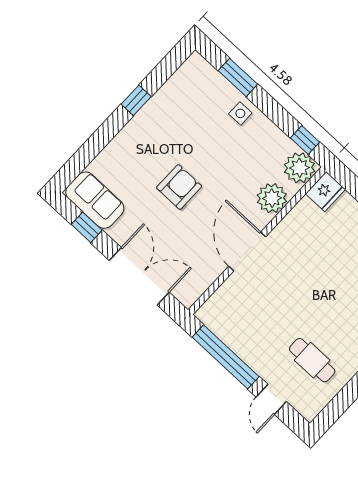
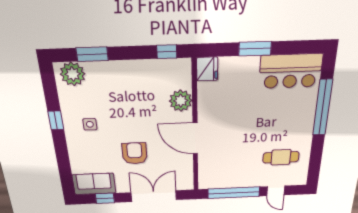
side table: (240, 113) -> (90, 124), moved
plant: (299, 168) -> (73, 74), moved
armchair: (179, 187) -> (135, 153), moved

